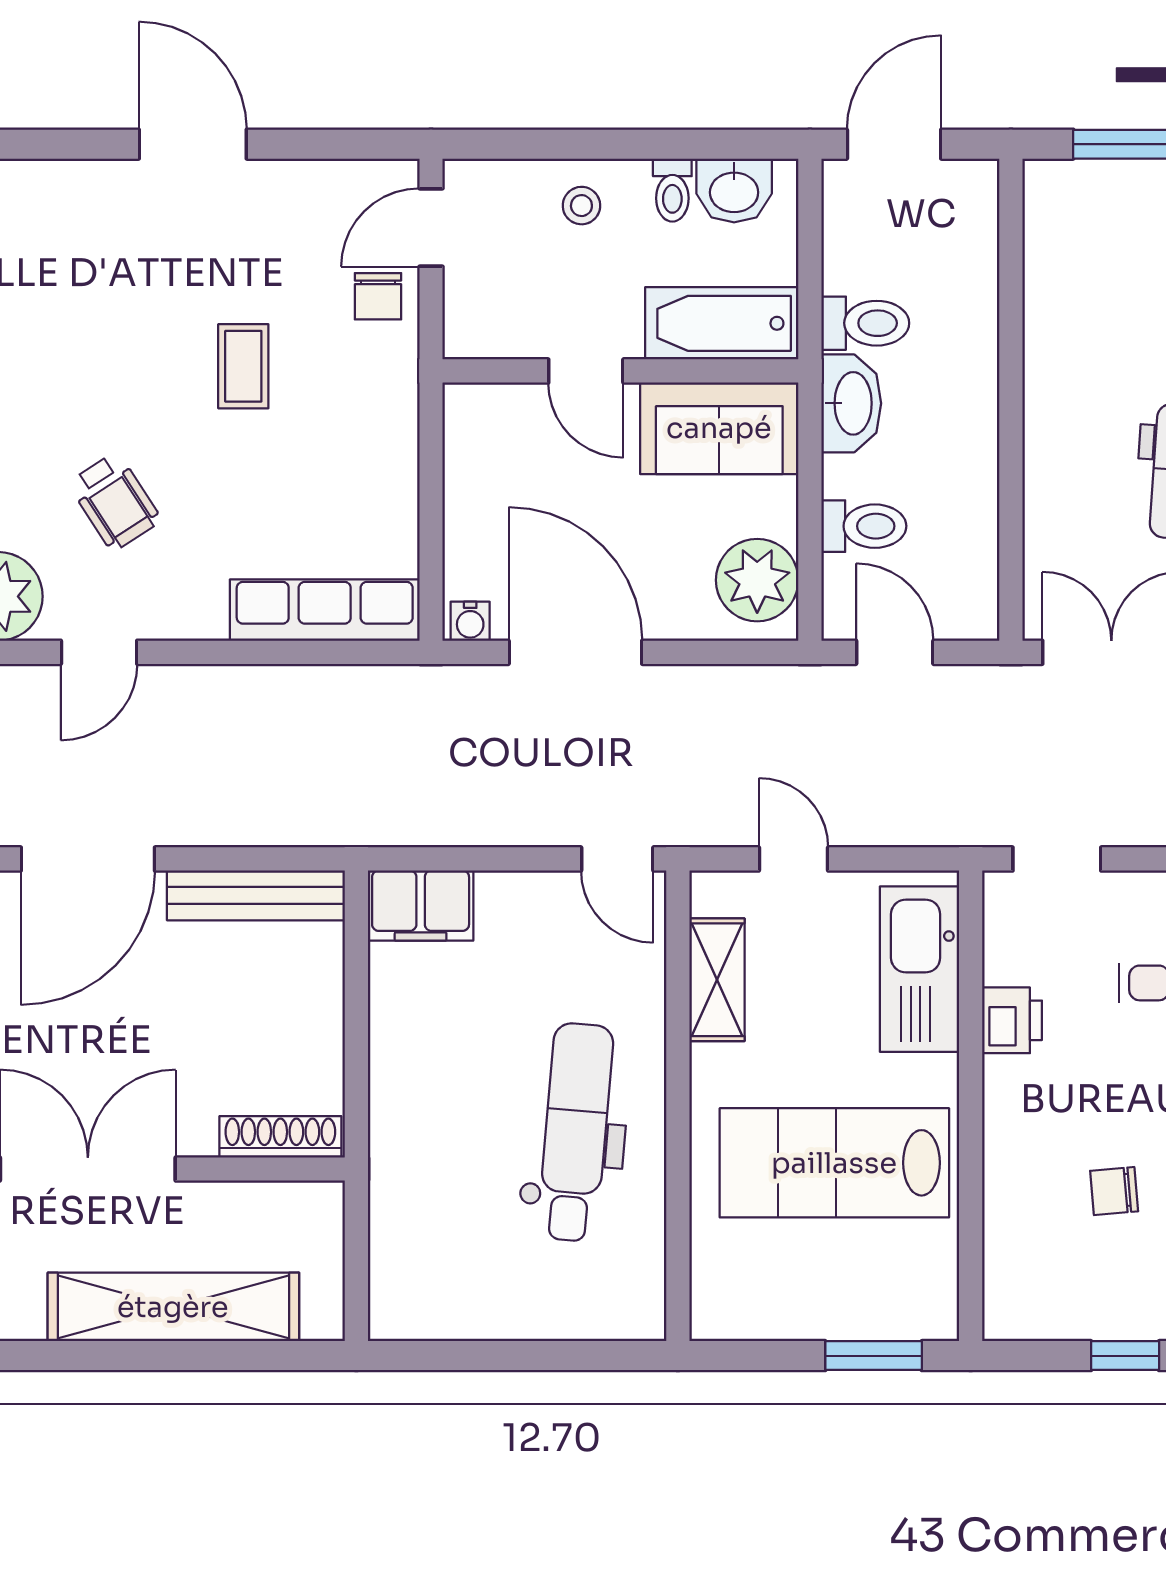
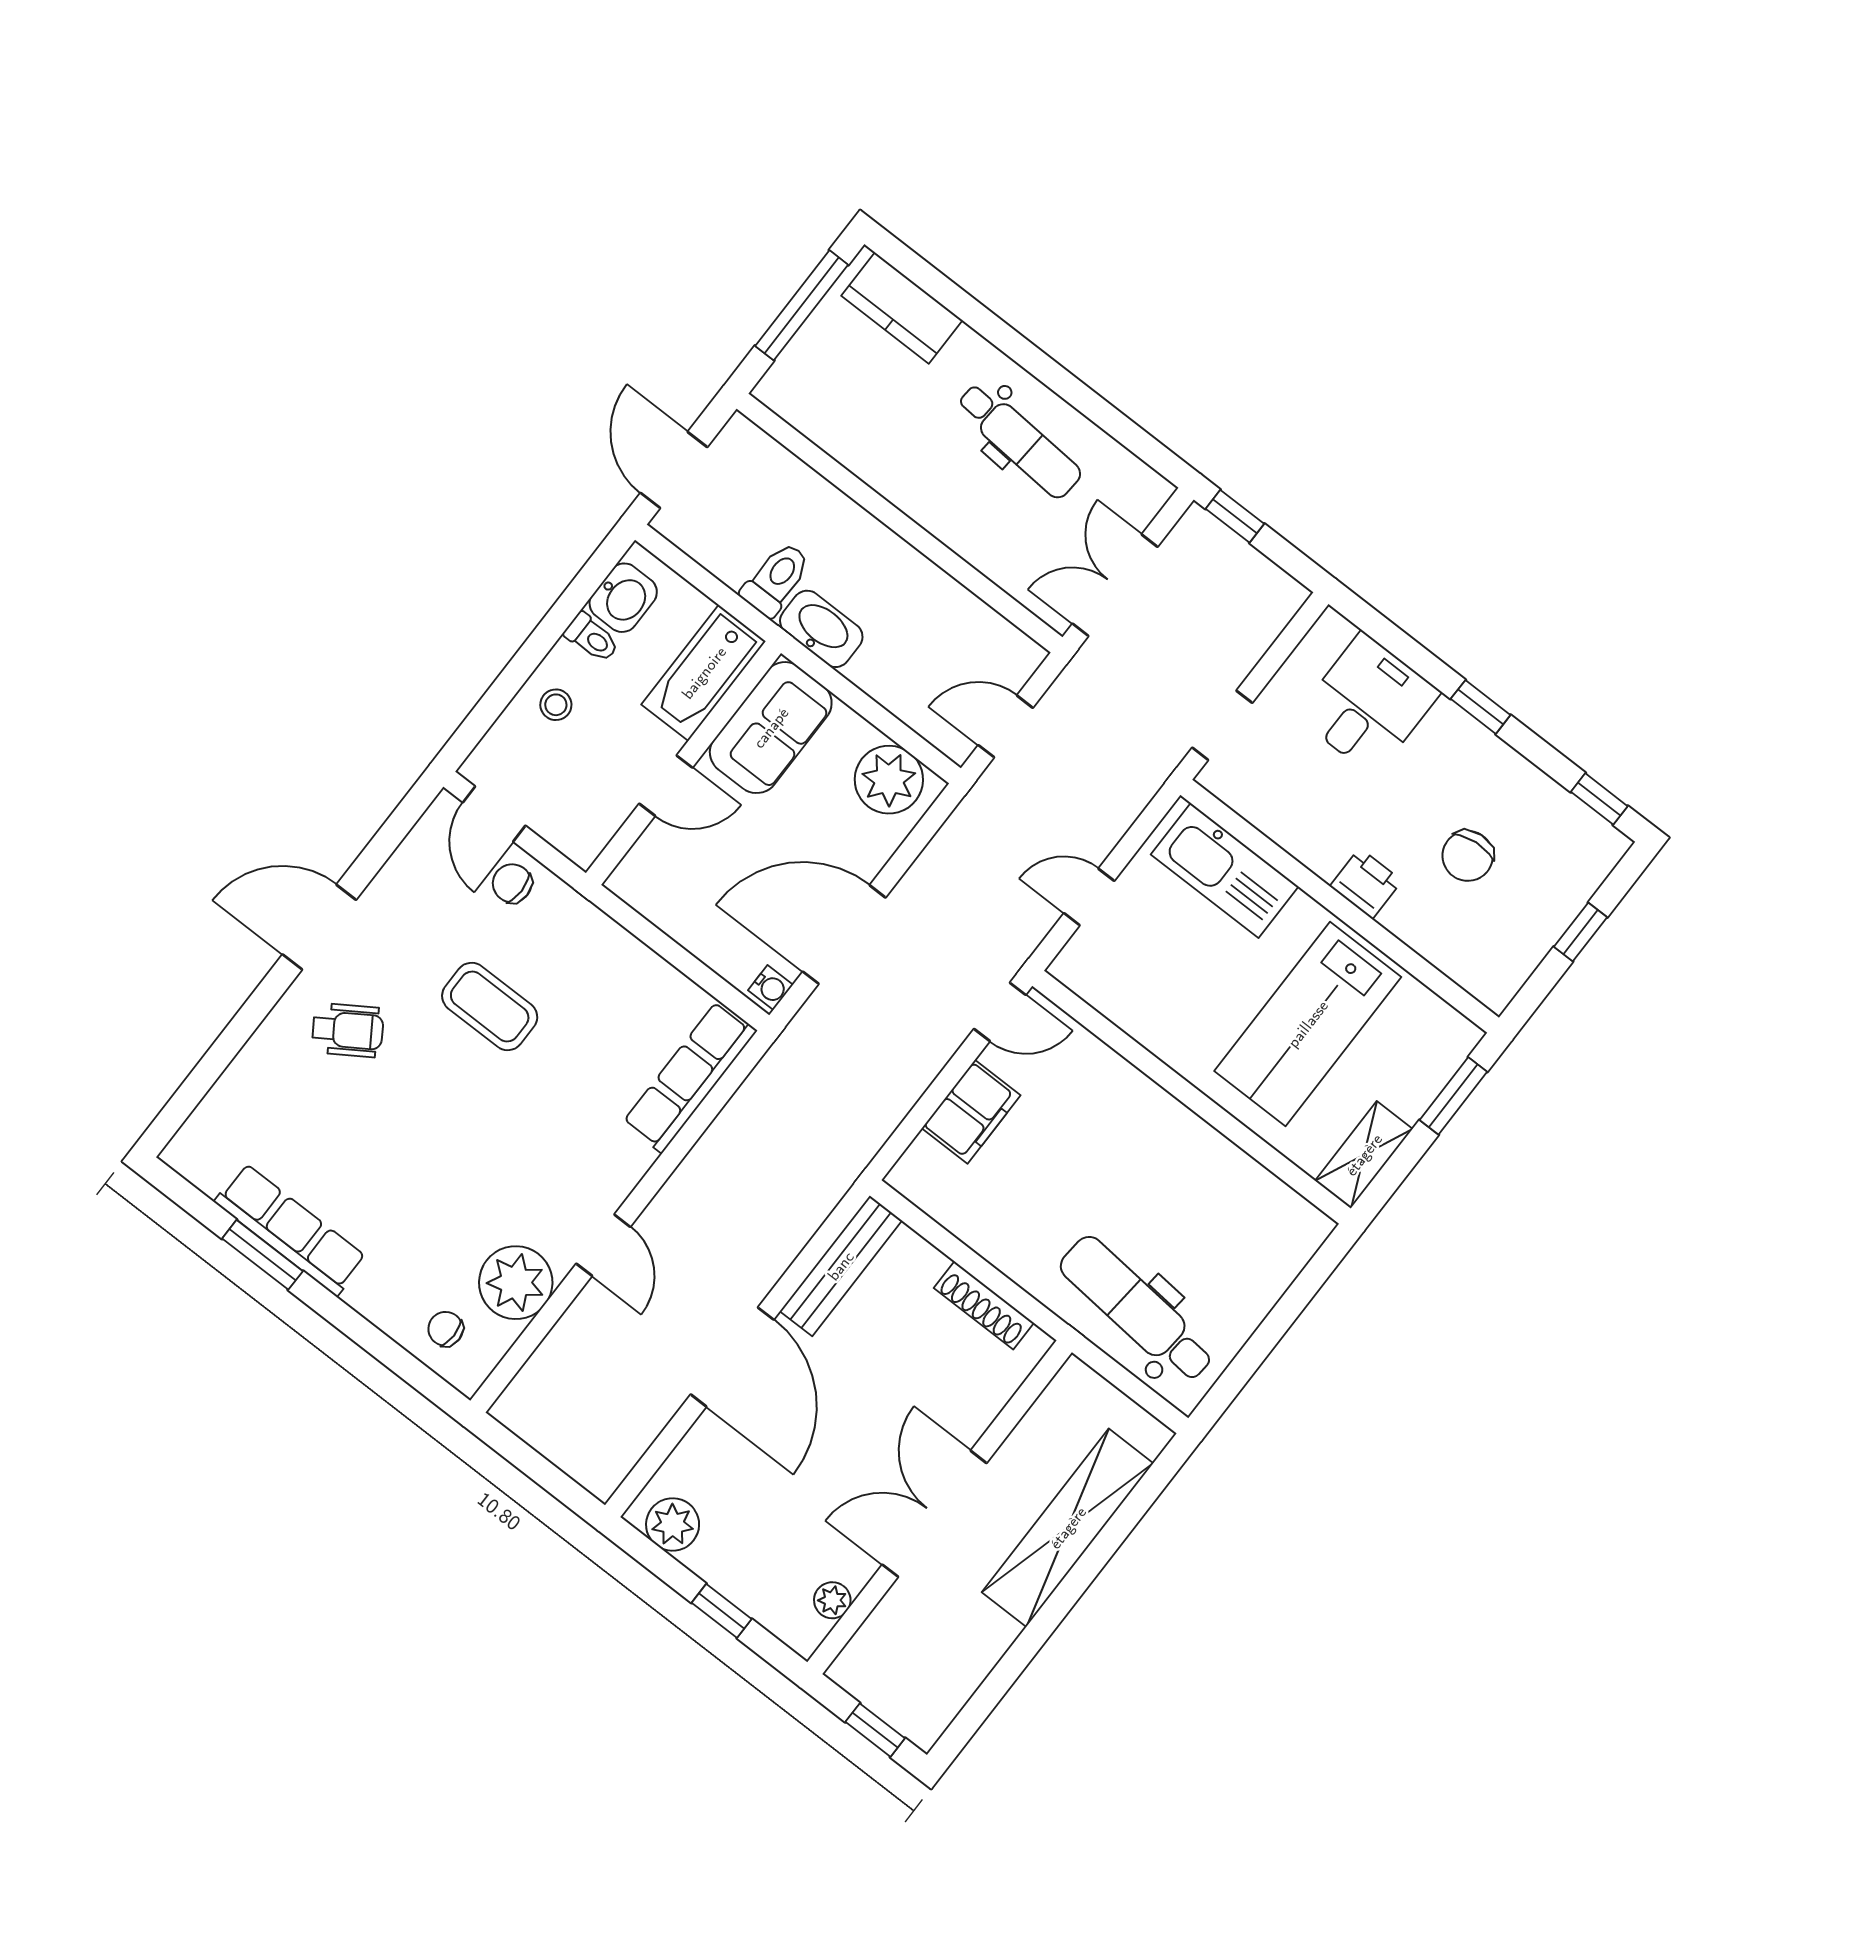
chair: (378, 296) -> (512, 883), turned 180
coffee table: (243, 366) -> (490, 1006), width x1.36, depth x1.30
wheelchair: (115, 502) -> (348, 1030), moved
toilet: (864, 526) -> (908, 683), removed
filing cabinet: (421, 906) -> (971, 1112), moved
shelving: (717, 980) -> (1364, 1155), moved, turned 90
printer: (1012, 1020) -> (1366, 883), moved
dental chair: (576, 1132) -> (1137, 1309), moved
shoe rack: (280, 1137) -> (984, 1305), moved, turned -90
chair: (1114, 1191) -> (1468, 856), width x1.37, depth x1.37

